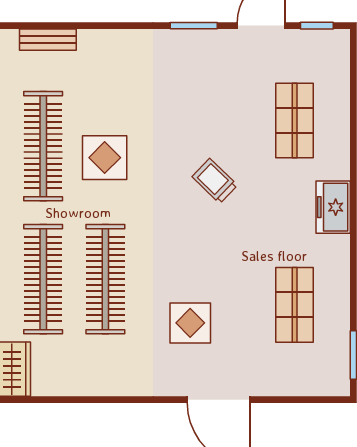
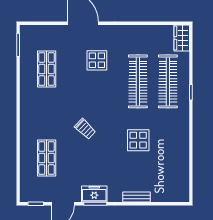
bench: (48, 40) -> (136, 197), moved
clothes rail: (43, 146) -> (168, 146), removed
freezer: (333, 207) -> (94, 194), moved, turned -90

